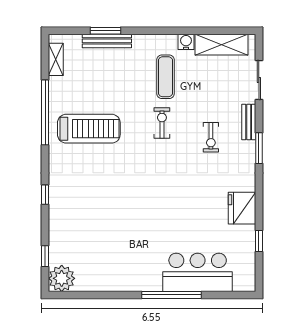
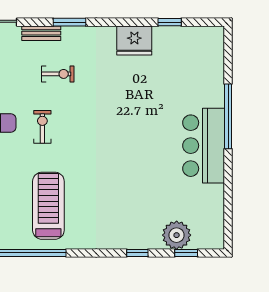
exercise bike: (162, 123) -> (42, 127), turned 90
window: (45, 195) -> (137, 253), moved
bar counter: (198, 272) -> (204, 146), moved
plant: (62, 278) -> (177, 235), moved

